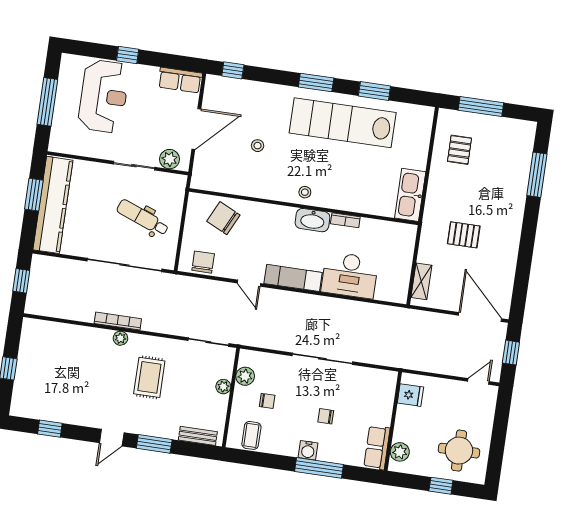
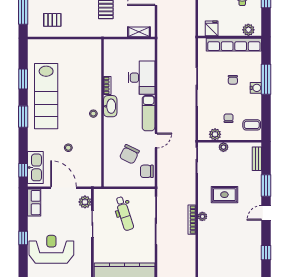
kitchen sink: (410, 195) -> (35, 167), moved, turned -90
dental chair: (143, 218) -> (124, 214), turned -39
chair: (223, 218) -> (129, 154), moved
door: (112, 438) -> (266, 213), swing flipped
row of seats: (377, 448) -> (234, 45), width x2.02

